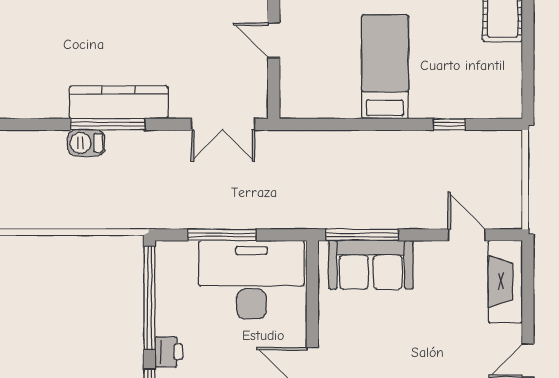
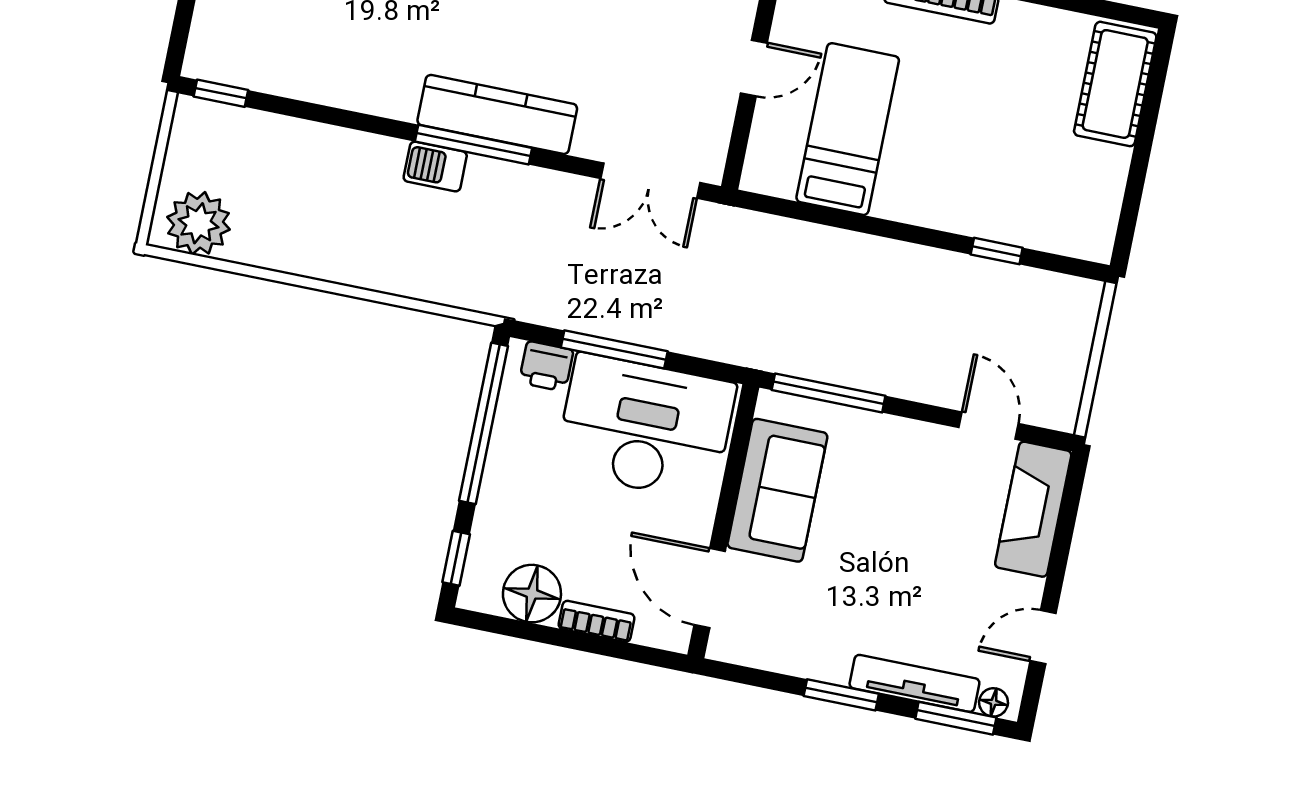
door: (274, 40) -> (754, 68), swing flipped
bed: (385, 67) -> (848, 129), moved
sofa: (371, 265) -> (777, 490), moved, turned -90
printer: (169, 352) -> (546, 366), moved, turned 90

